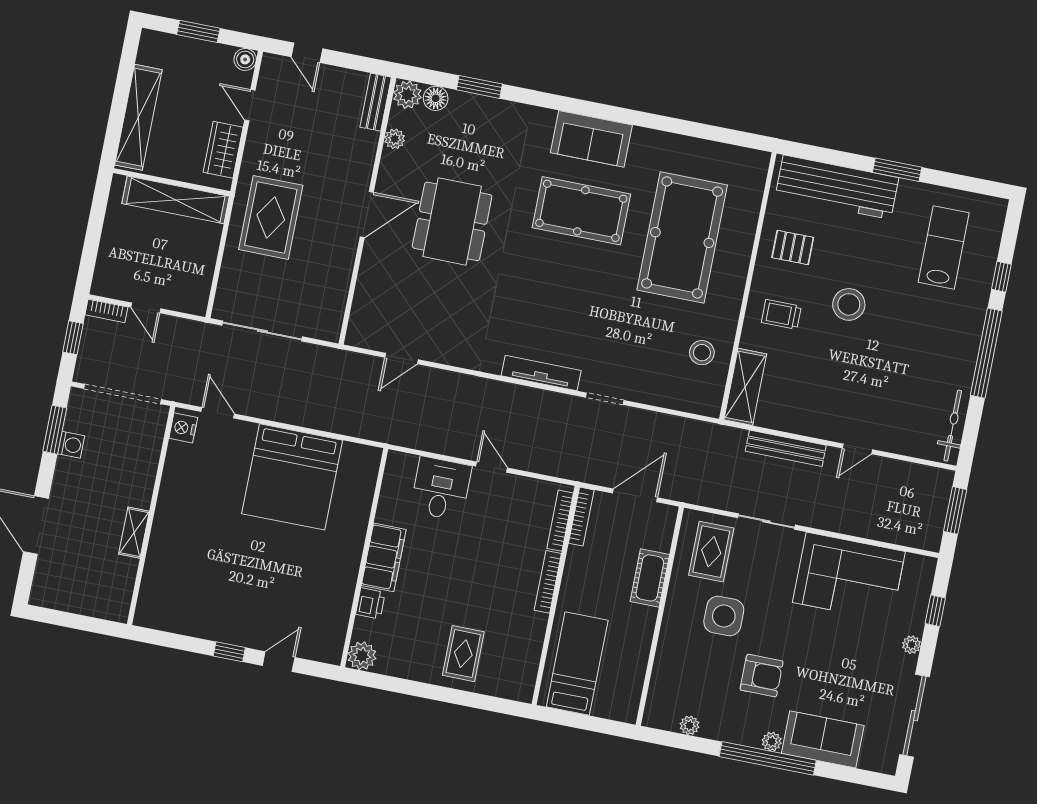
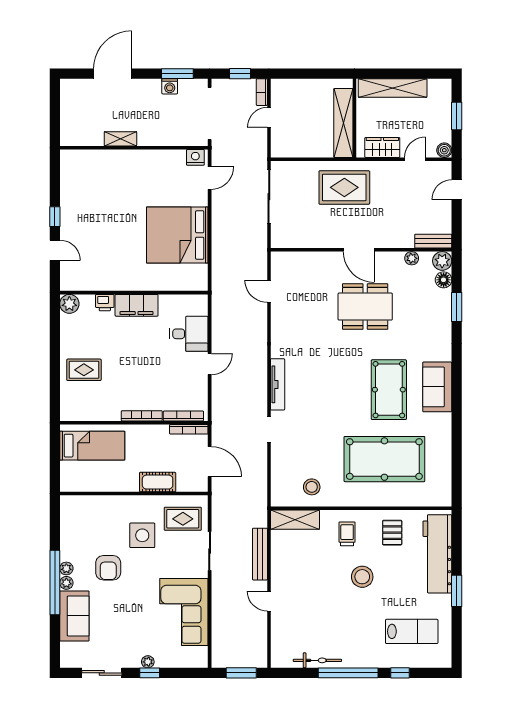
bicycle: (953, 426) -> (317, 660), moved
window: (935, 611) -> (150, 673), moved
sliding door: (915, 716) -> (102, 673), width x0.73
plant: (690, 725) -> (66, 568), moved

